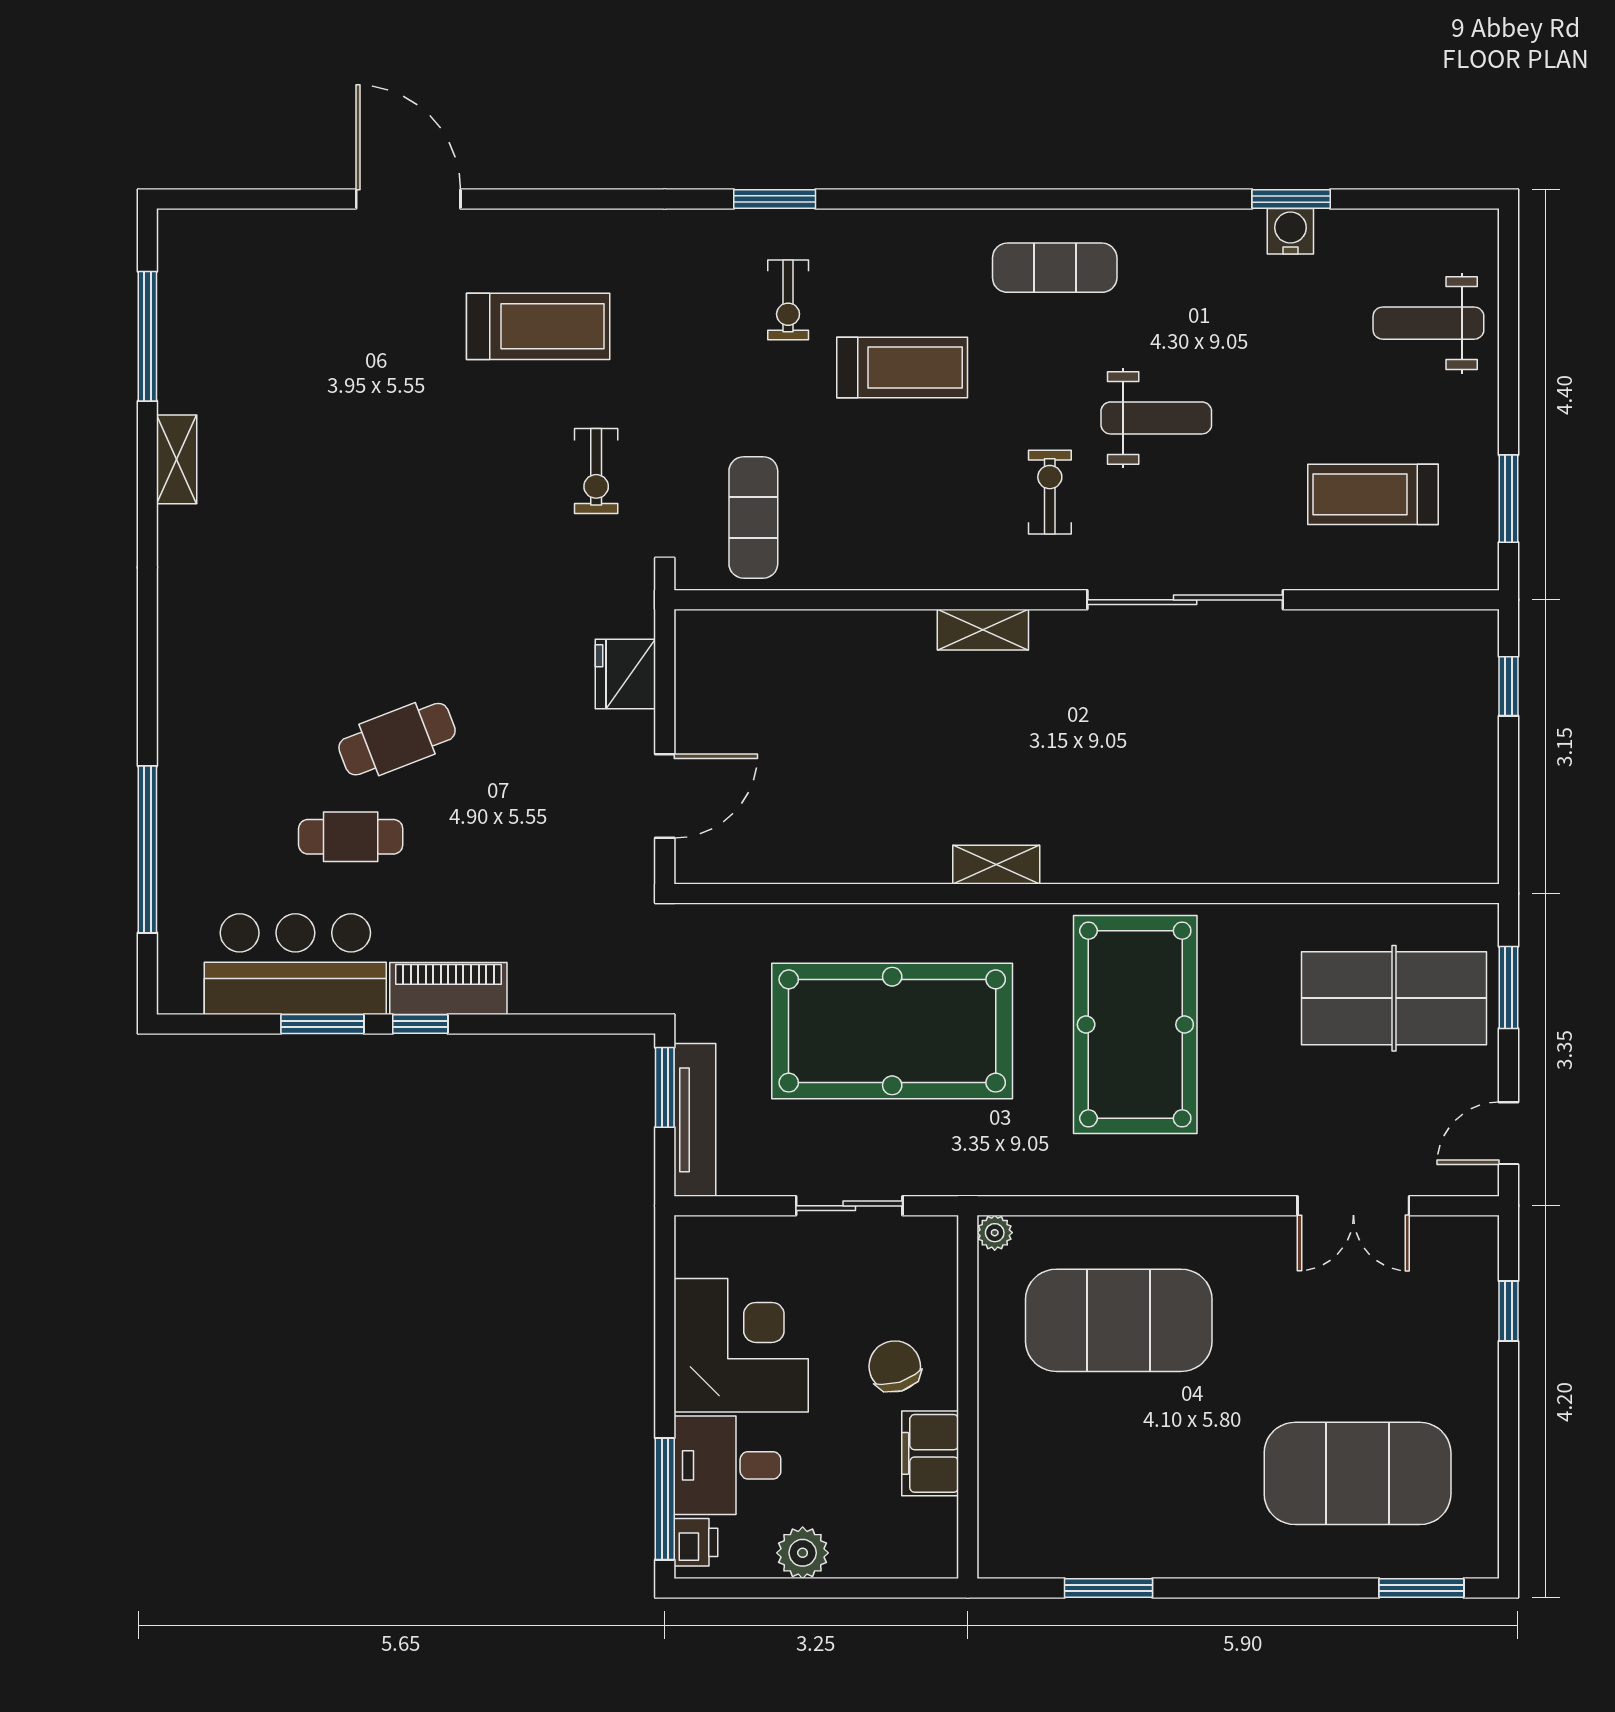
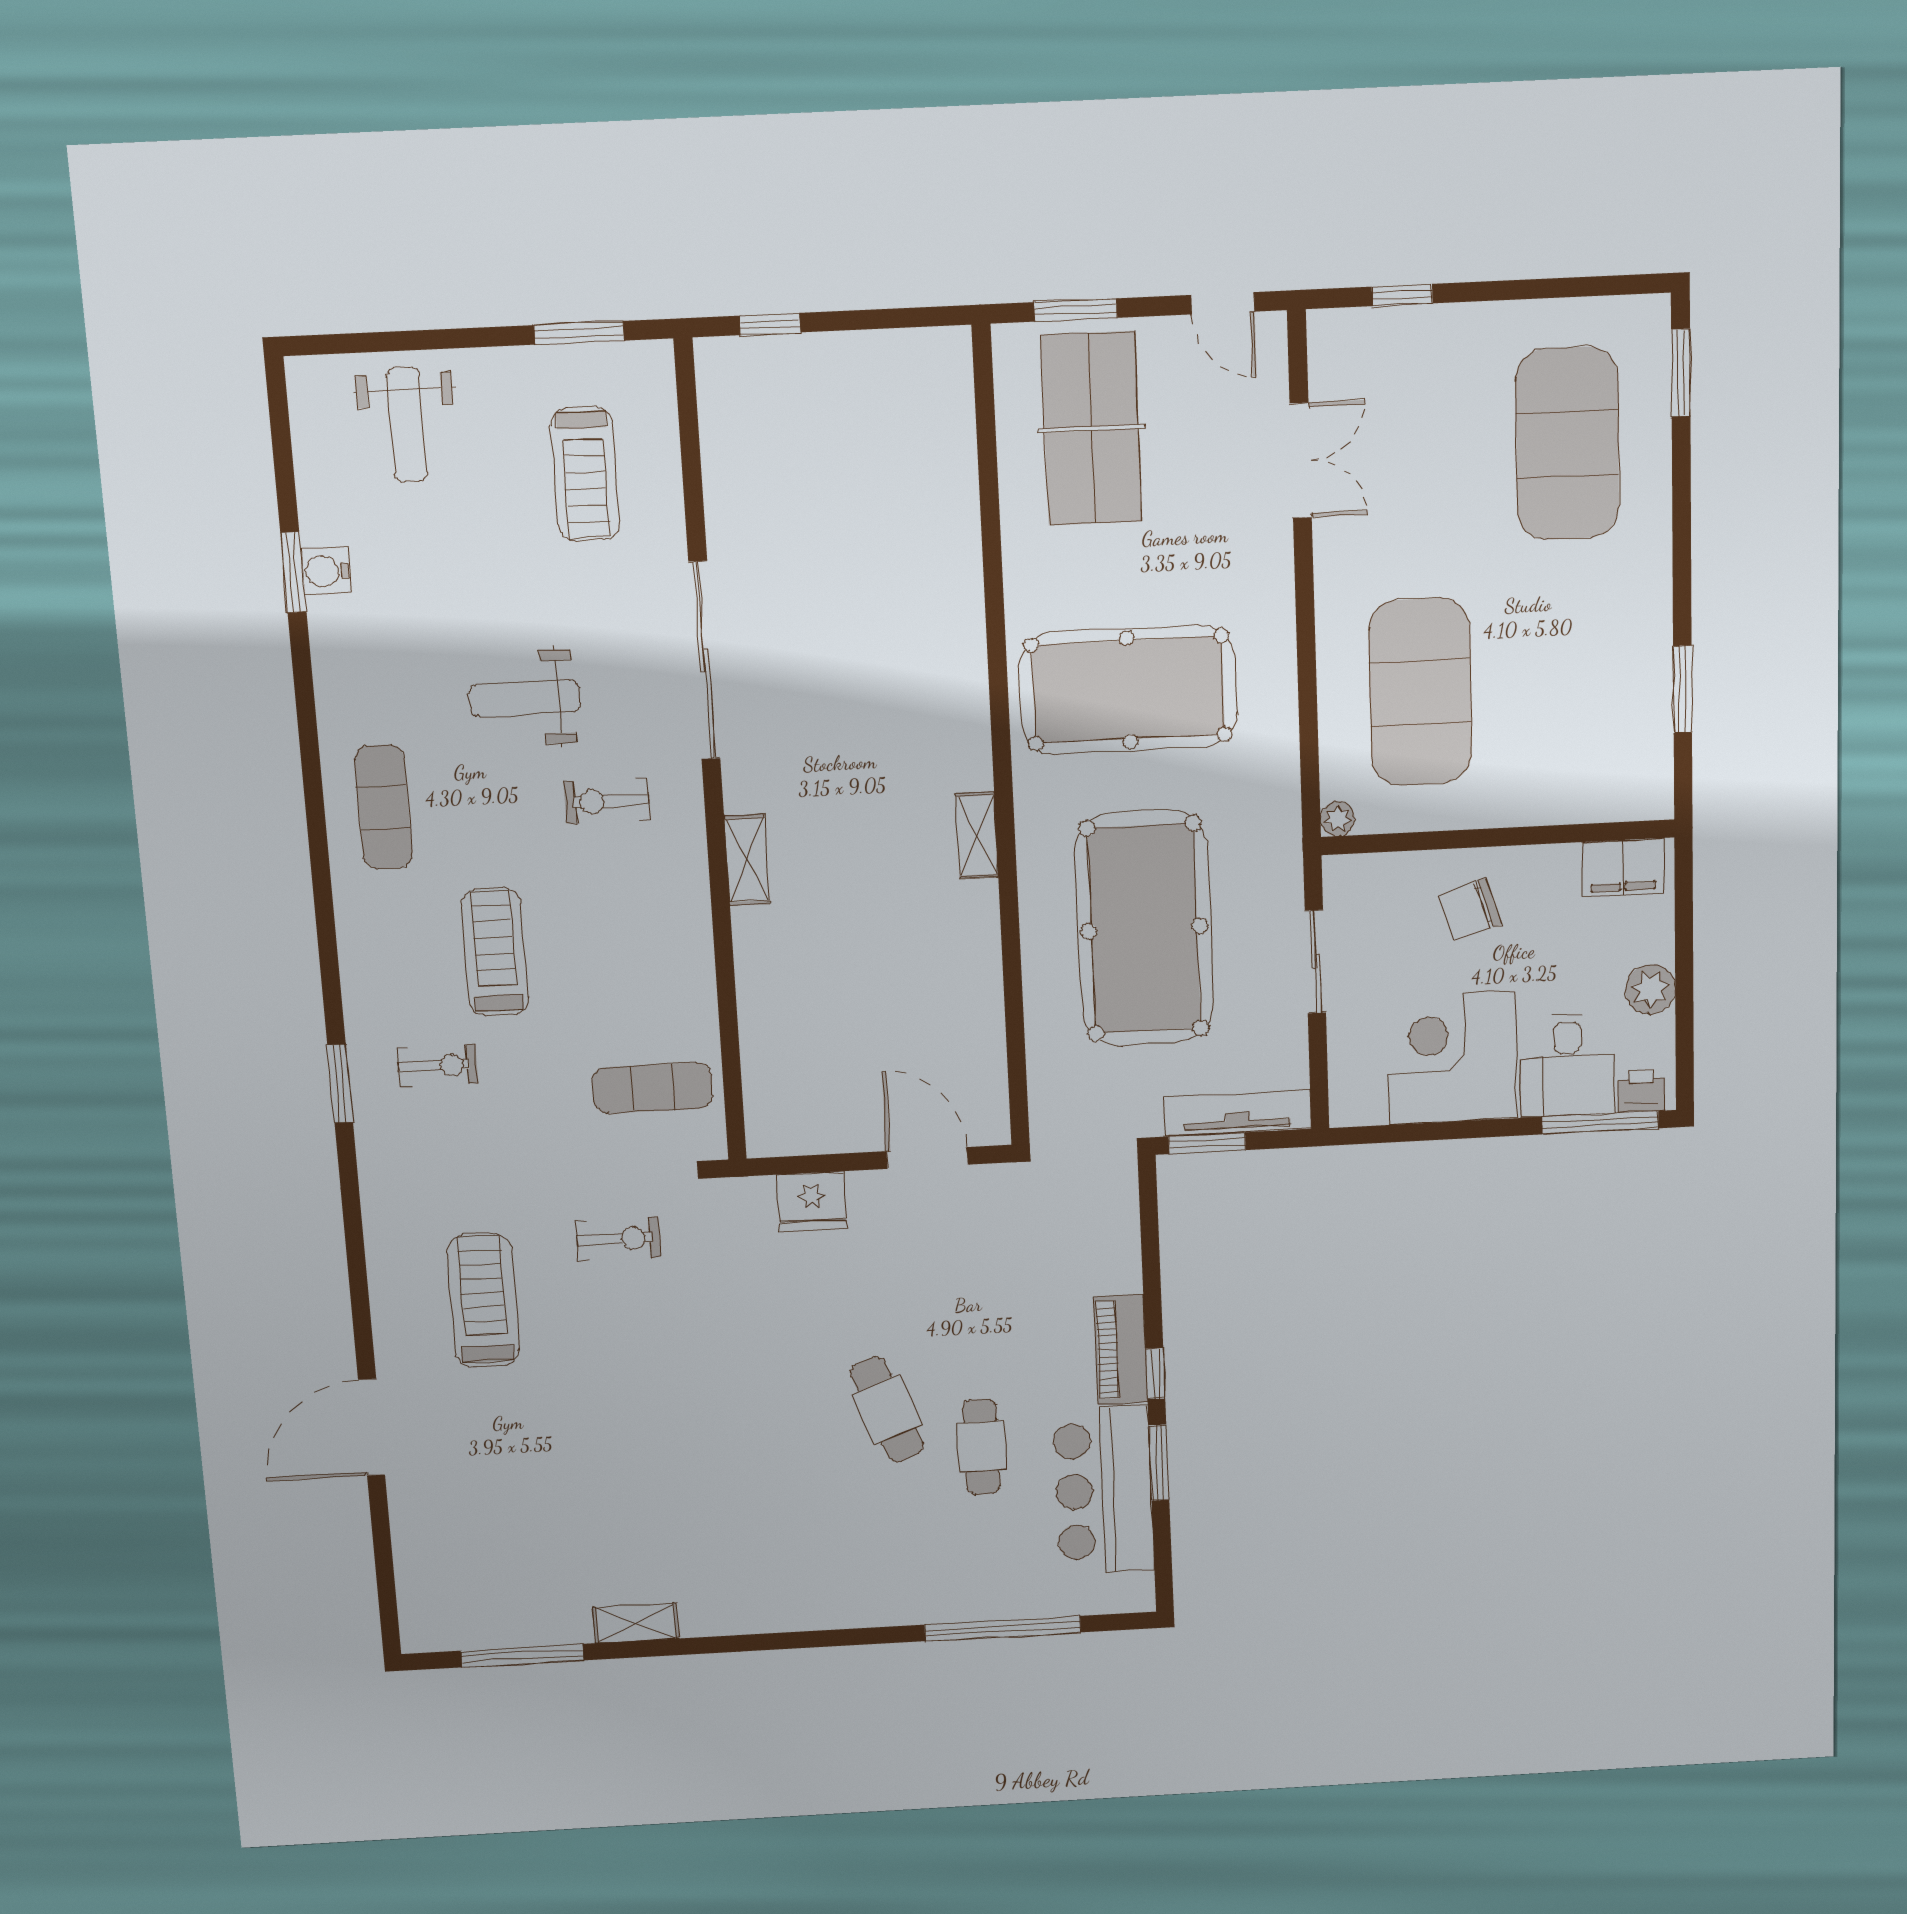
weight bench: (1156, 418) -> (525, 698), turned -90
filing cabinet: (930, 1453) -> (1623, 868), moved

